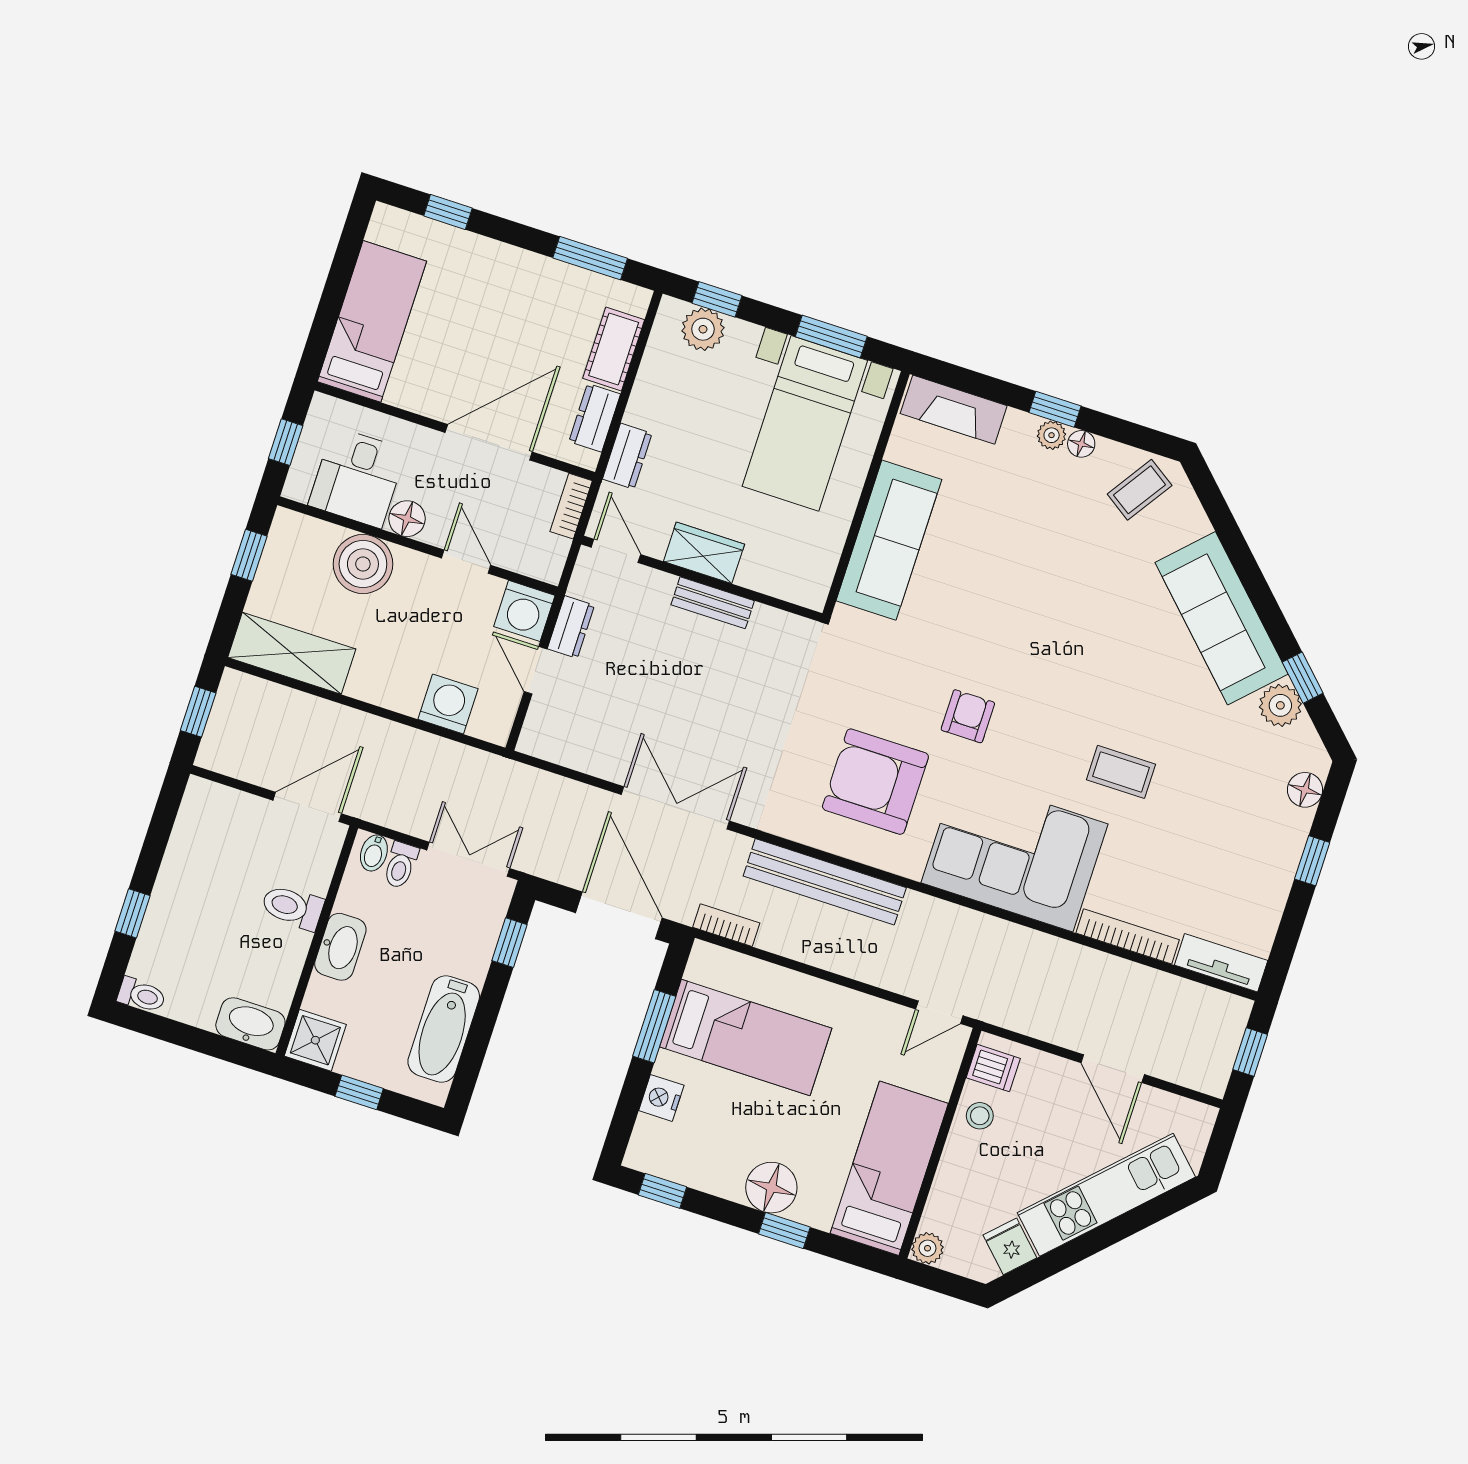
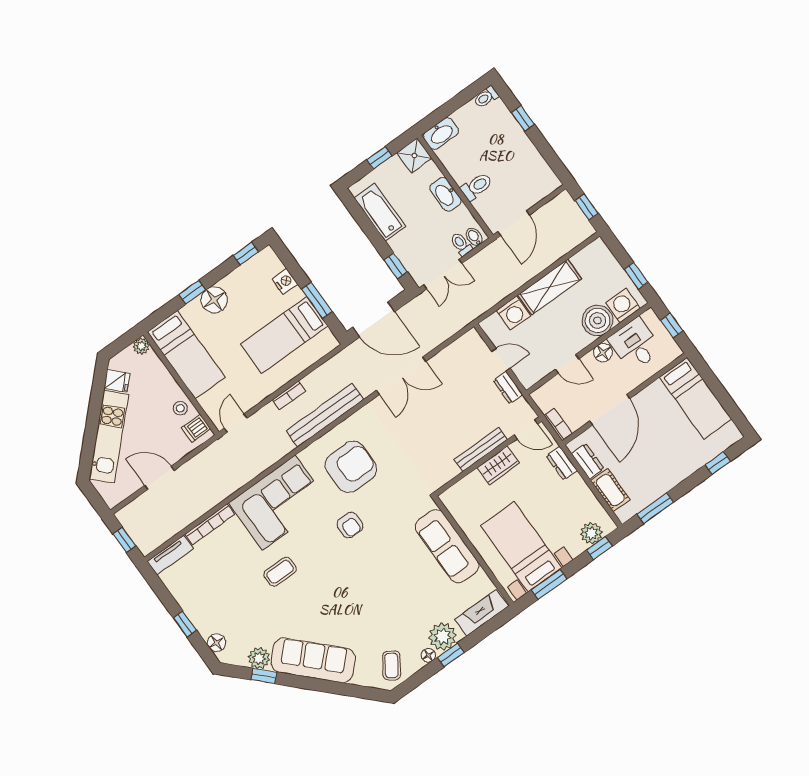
plant: (1052, 435) -> (443, 637), width x1.88, depth x1.88
bench: (713, 603) -> (481, 450), width x1.36
washing machine: (524, 611) -> (623, 306), moved
shelving: (292, 653) -> (550, 287), moved
bookcase: (726, 925) -> (289, 396), moved

